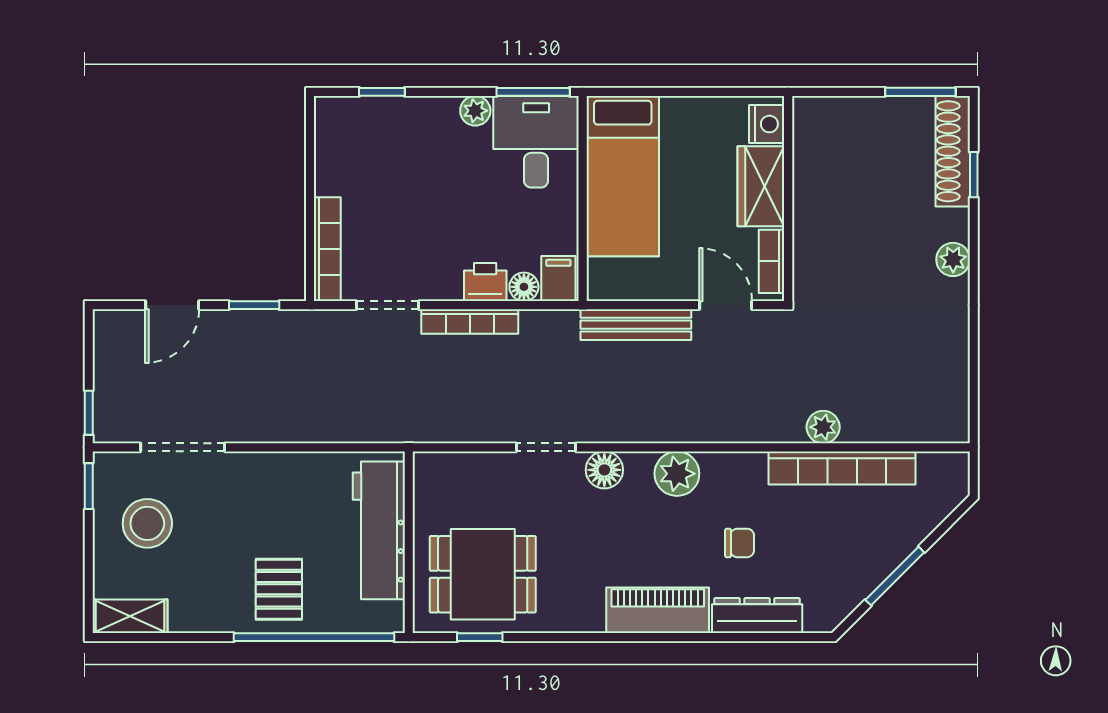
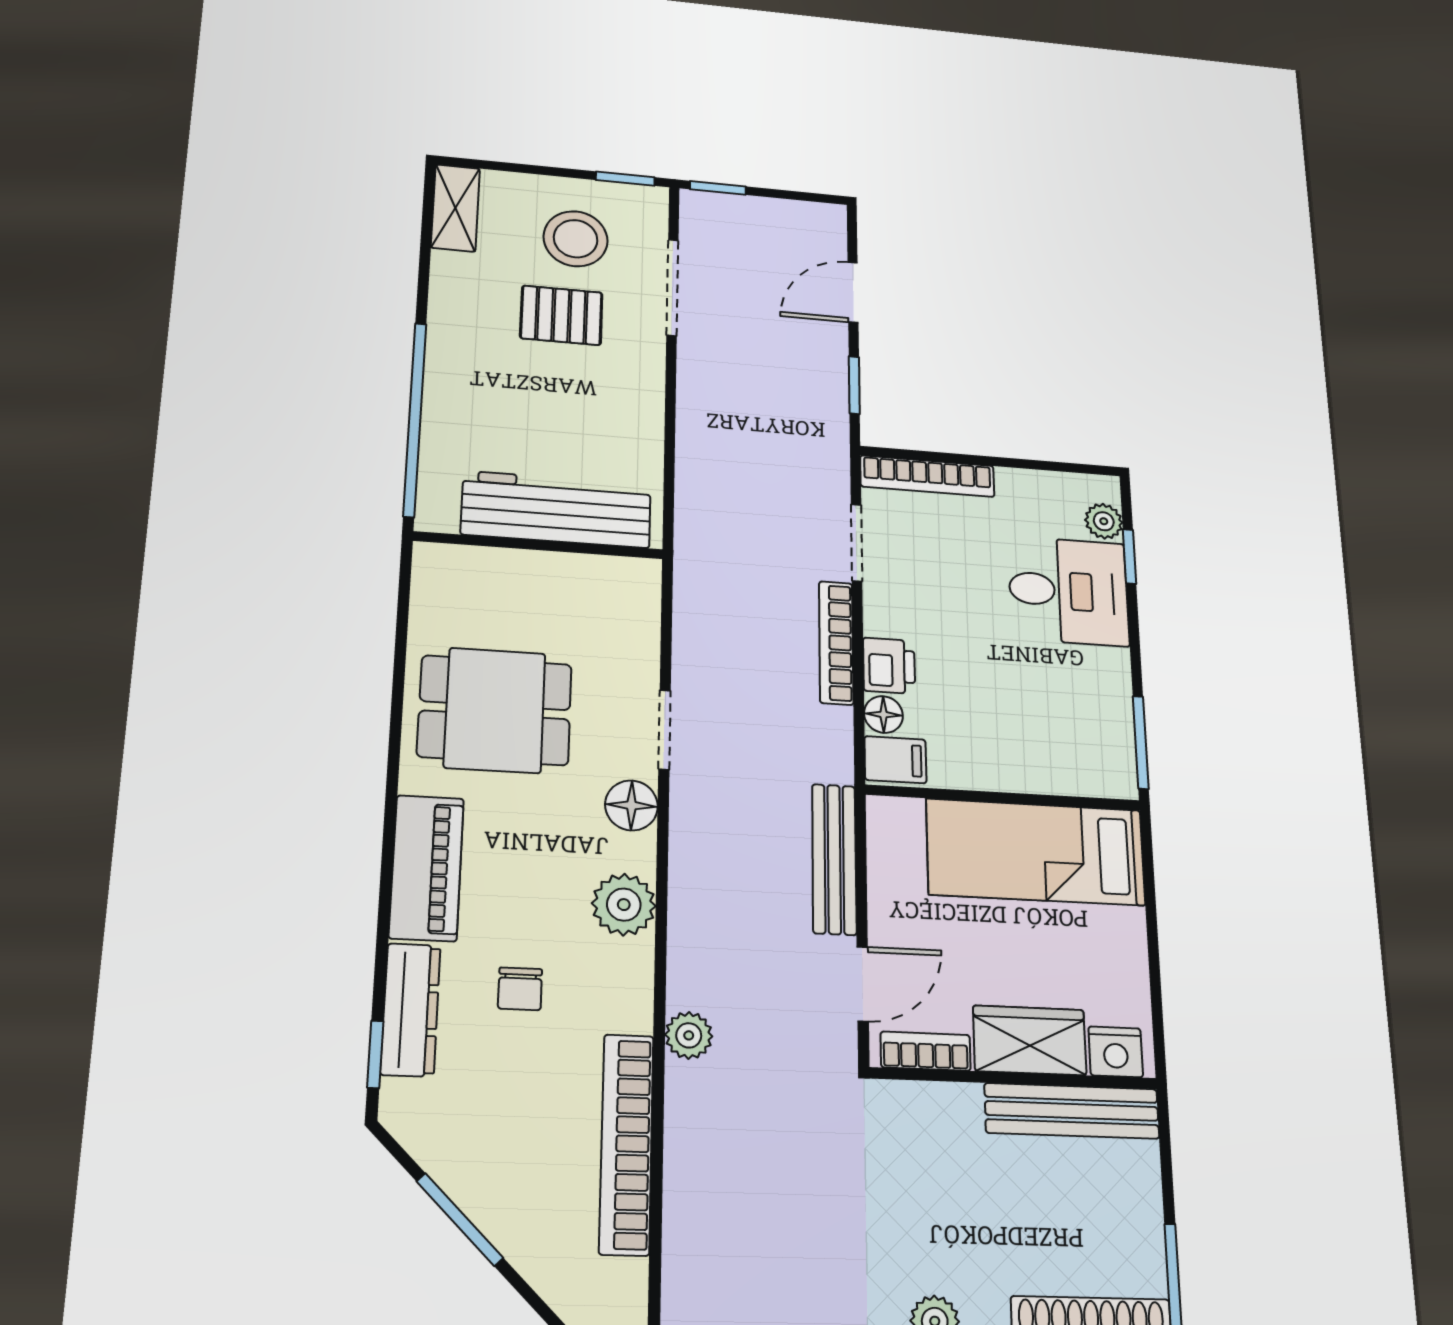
plant: (475, 111) -> (1104, 521), moved
desk: (536, 142) -> (1068, 591), moved
bench: (809, 158) -> (1072, 1111), added
door: (172, 305) -> (853, 292), hinge flipped
plant: (823, 427) -> (689, 1035), moved
dining table: (483, 574) -> (495, 710), moved, turned 90
pallet: (279, 589) -> (561, 315), moved
window: (480, 637) -> (375, 1054), moved

